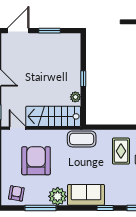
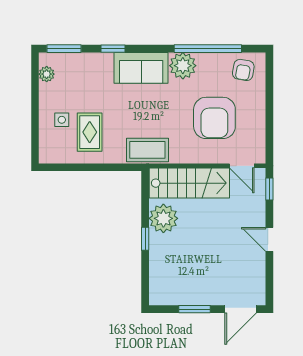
plant: (75, 97) -> (163, 218), width x1.88, depth x1.88
window: (41, 208) -> (208, 49), width x1.46

